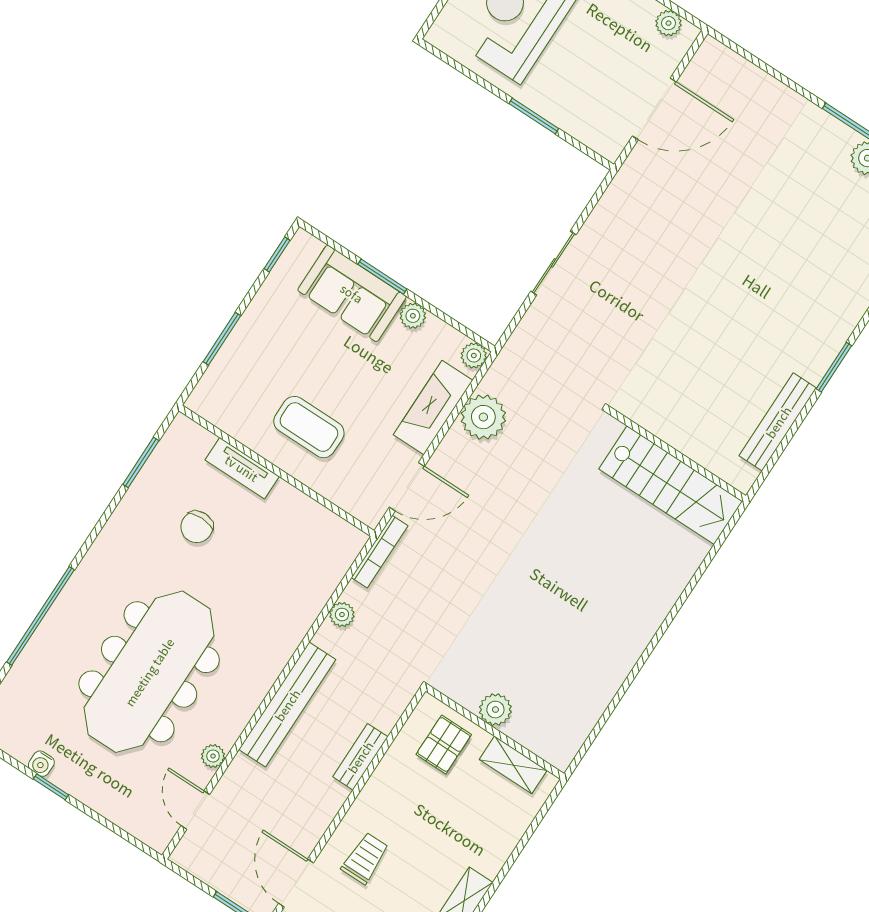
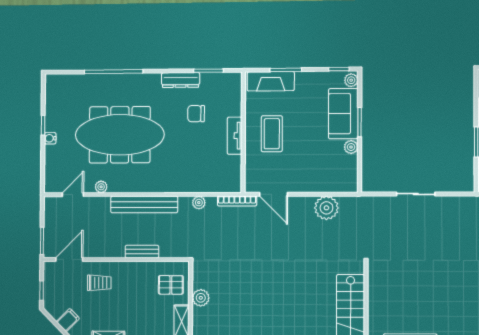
plant: (474, 356) -> (351, 80), moved
fireplace: (433, 408) -> (271, 81), moved, turned 180
tv unit: (242, 468) -> (235, 136), moved
dresser: (126, 517) -> (181, 80), added
water cooler: (41, 764) -> (50, 138), moved

